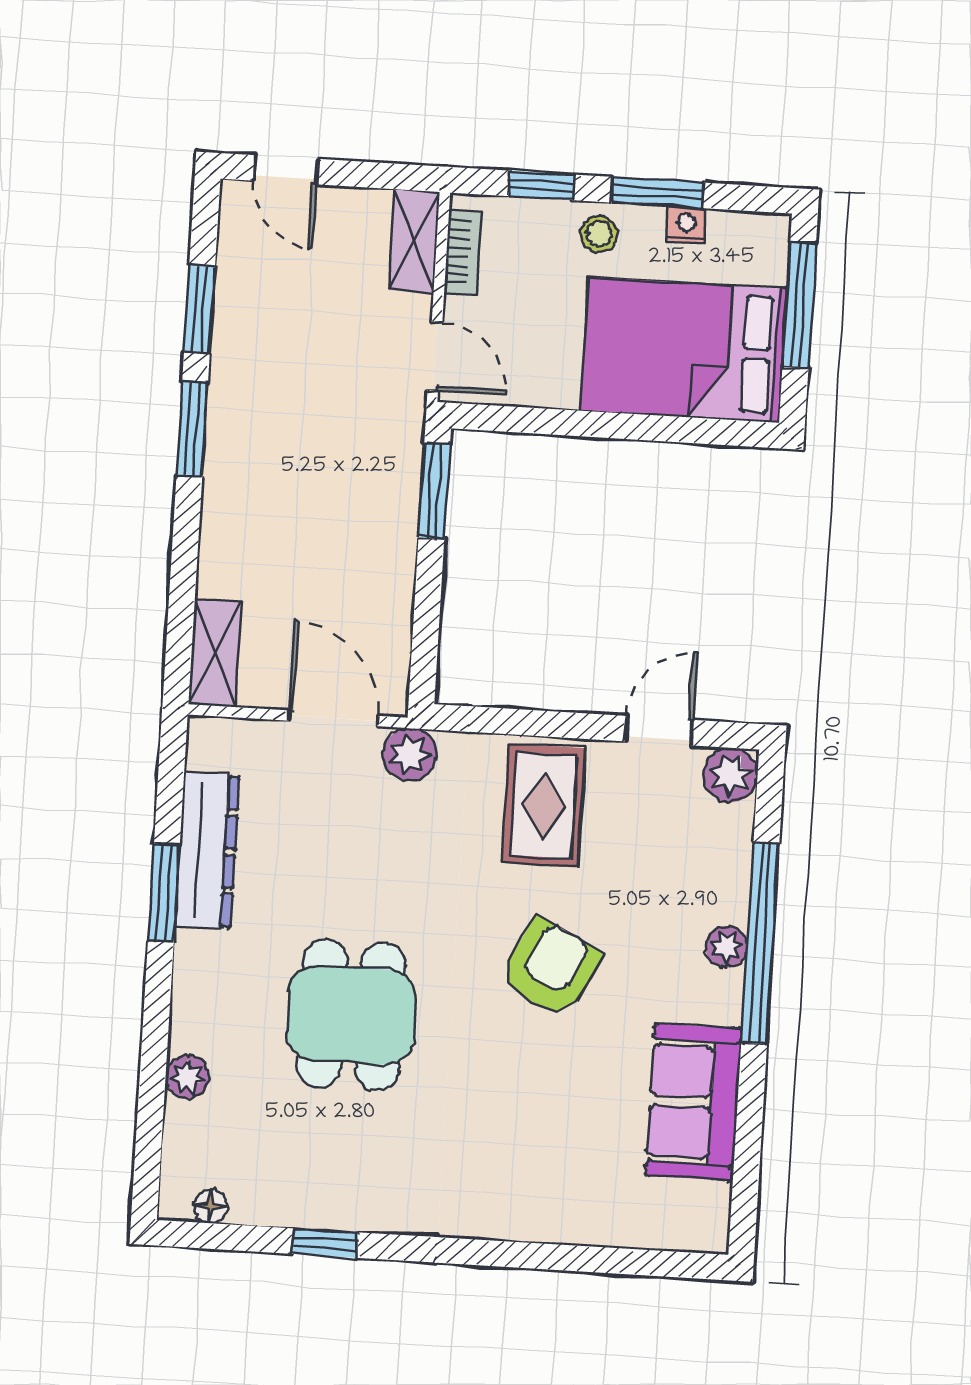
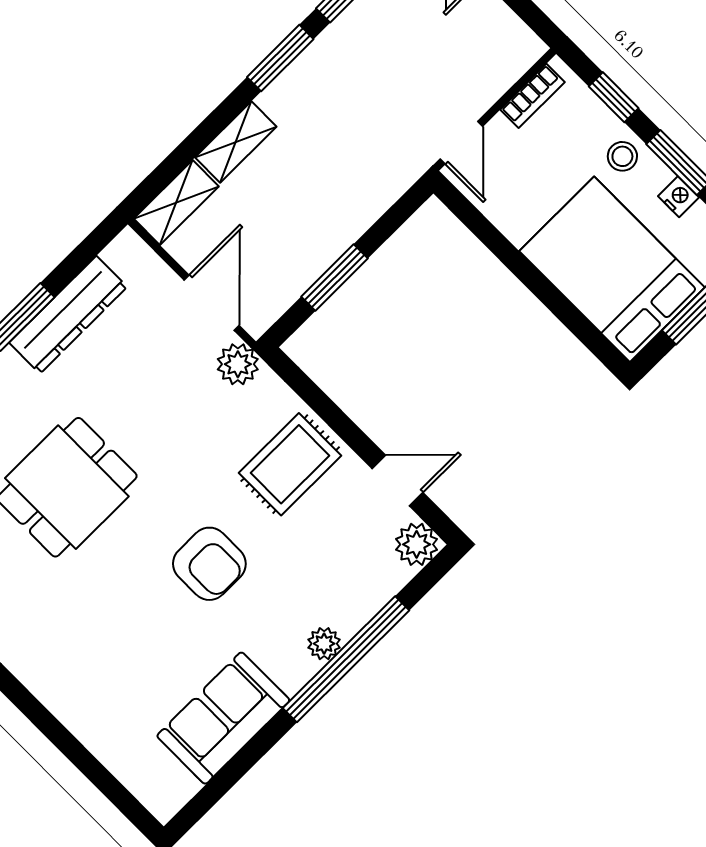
shelving: (414, 241) -> (236, 142), moved
window: (434, 491) -> (334, 278), moved
armchair: (551, 968) -> (209, 564), turned 63

